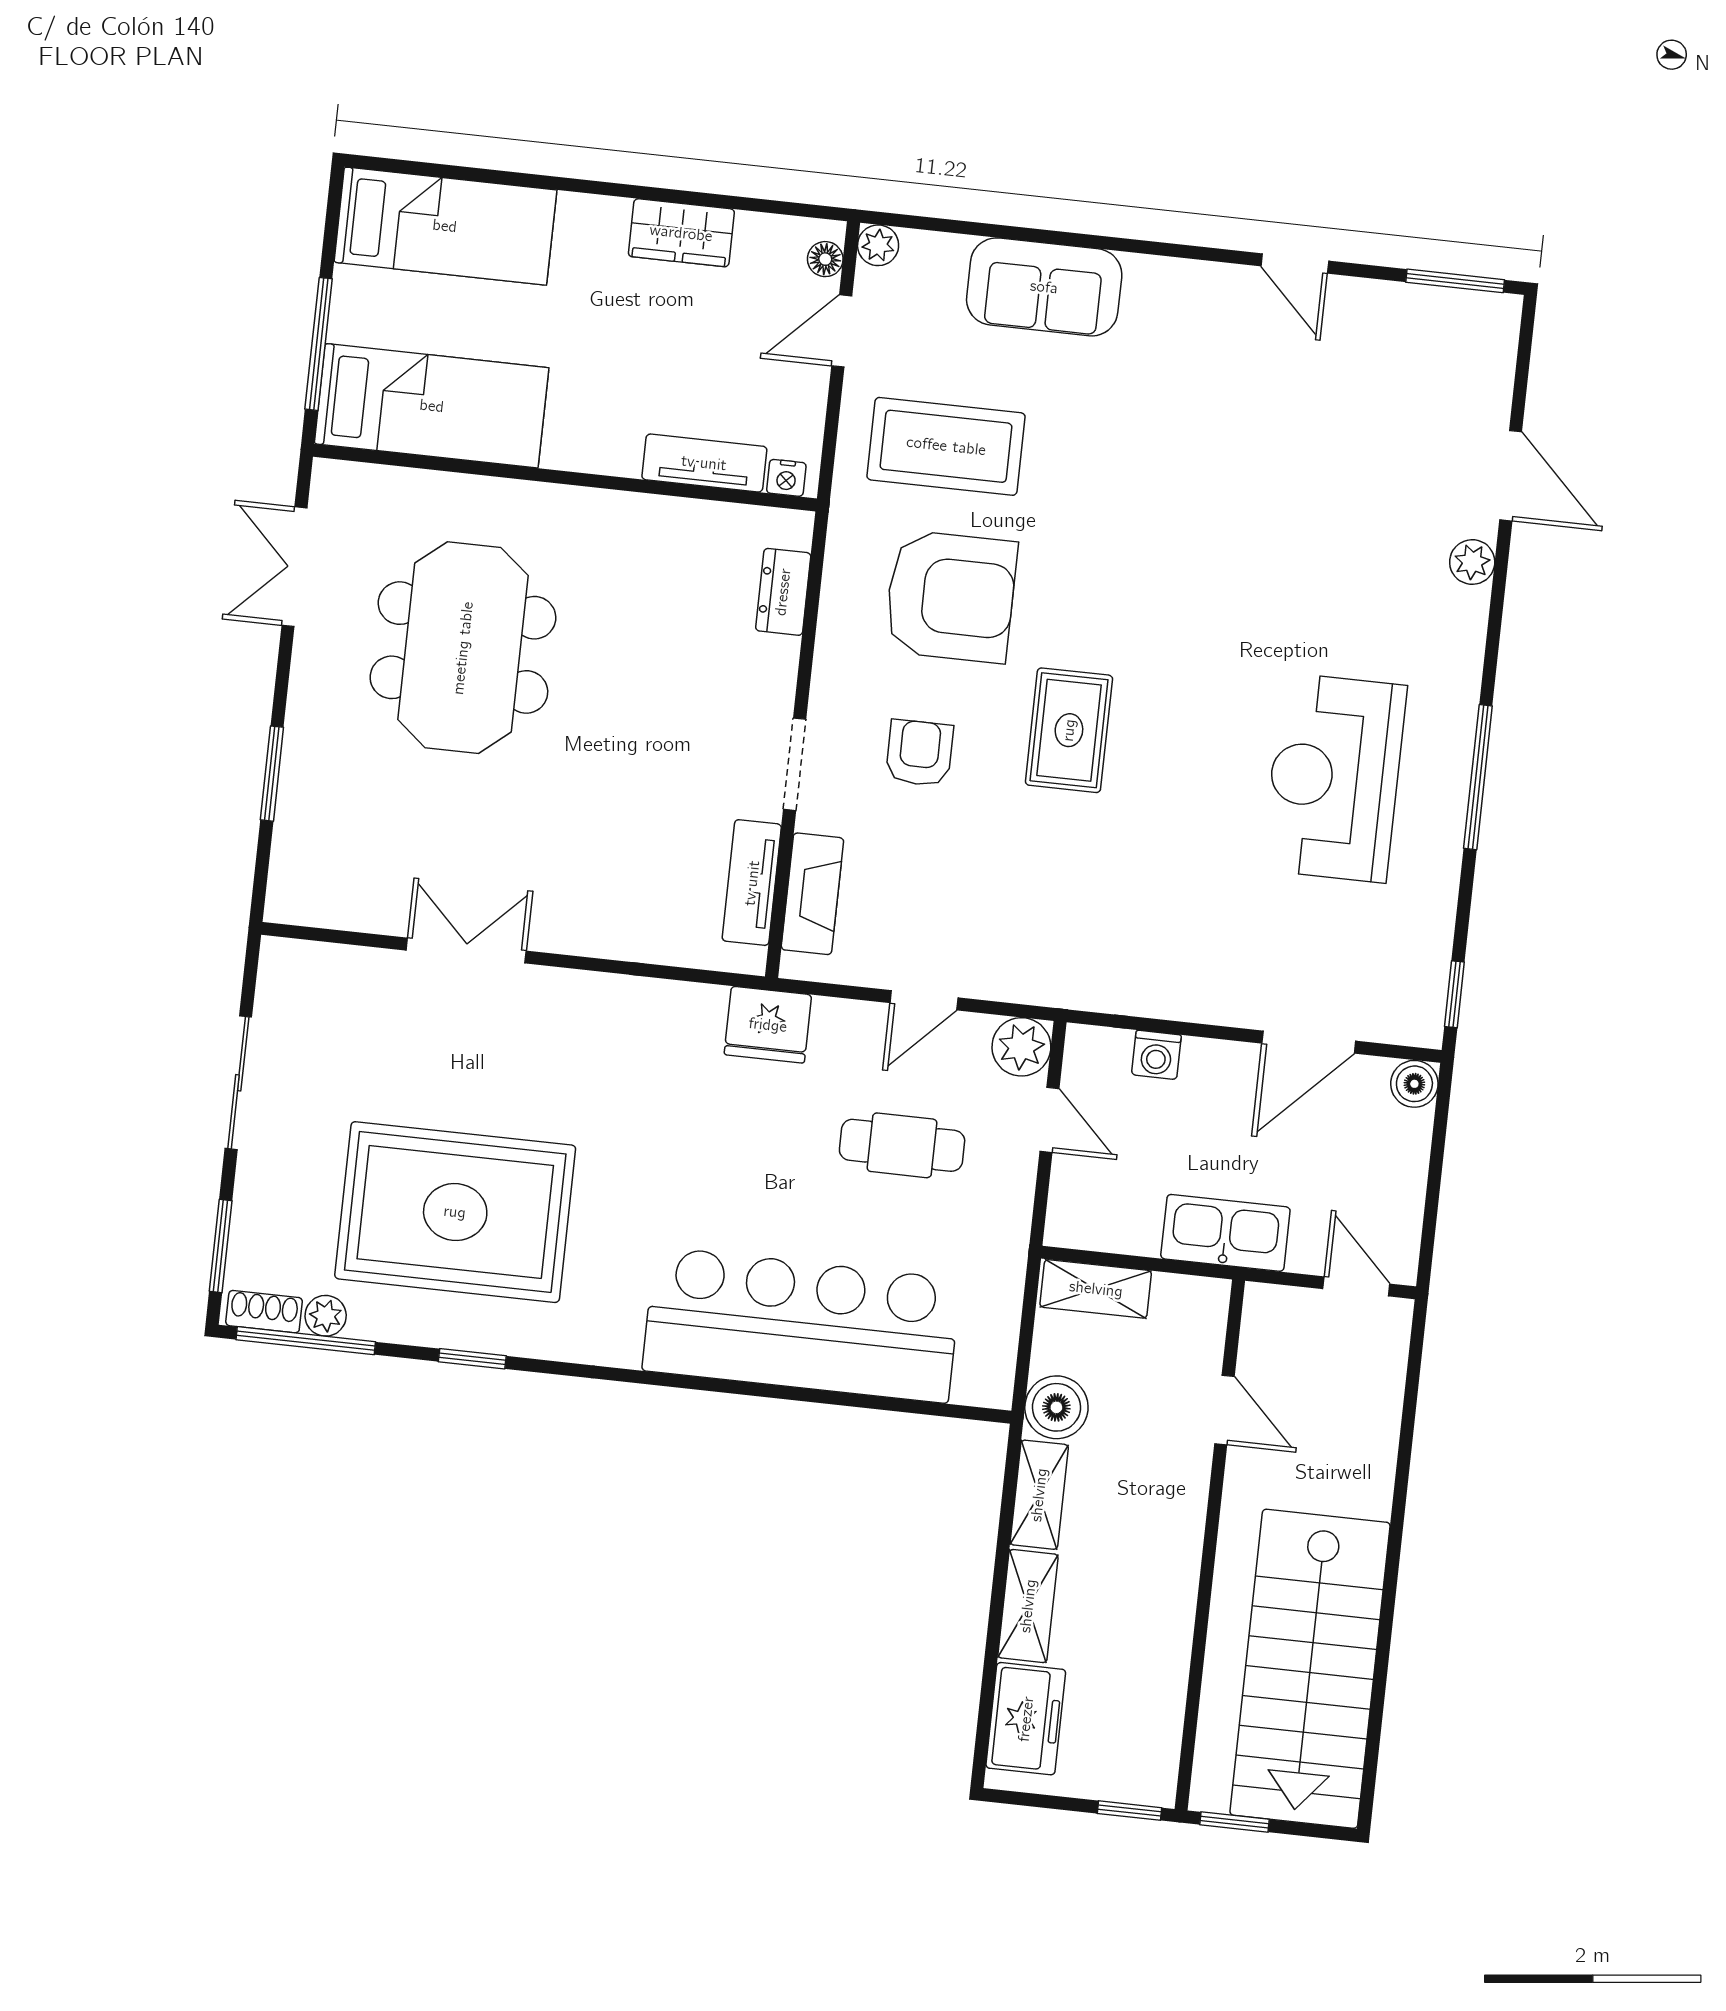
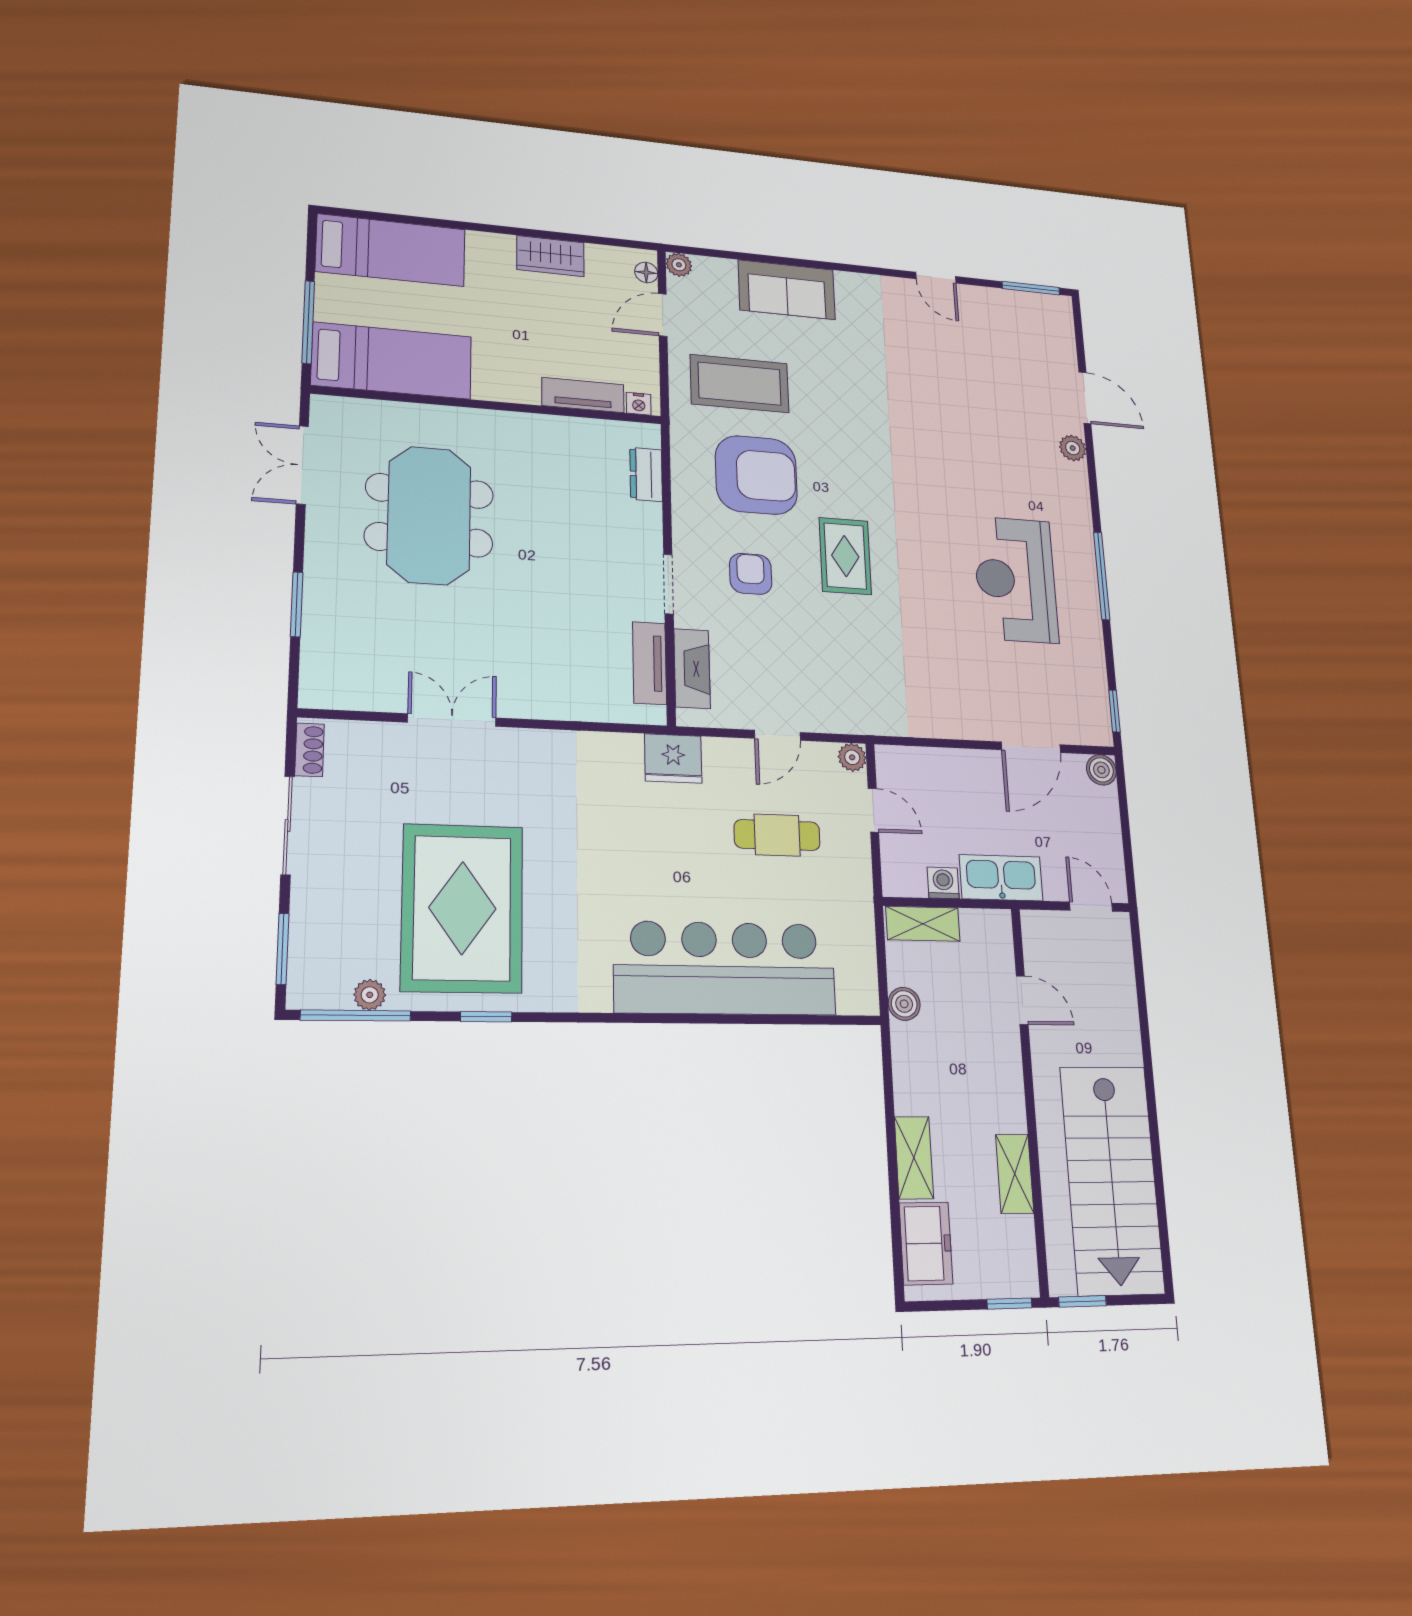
plant: (1021, 1047) -> (852, 757), width x0.73, depth x0.73
washing machine: (1156, 1055) -> (943, 883), moved, turned 180
rug: (455, 1212) -> (462, 908), turned 90
shoe rack: (264, 1312) -> (309, 750), moved, turned 90
boiler: (1056, 1407) -> (904, 1004), width x0.73, depth x0.73
shelving: (1039, 1495) -> (1015, 1174), moved

